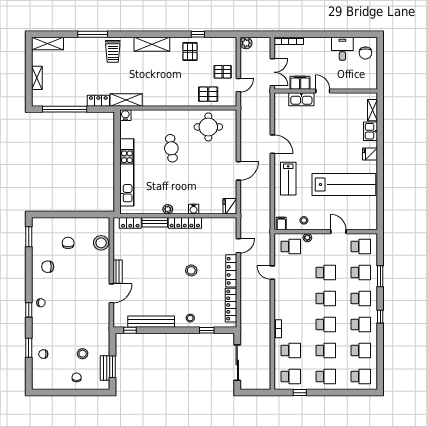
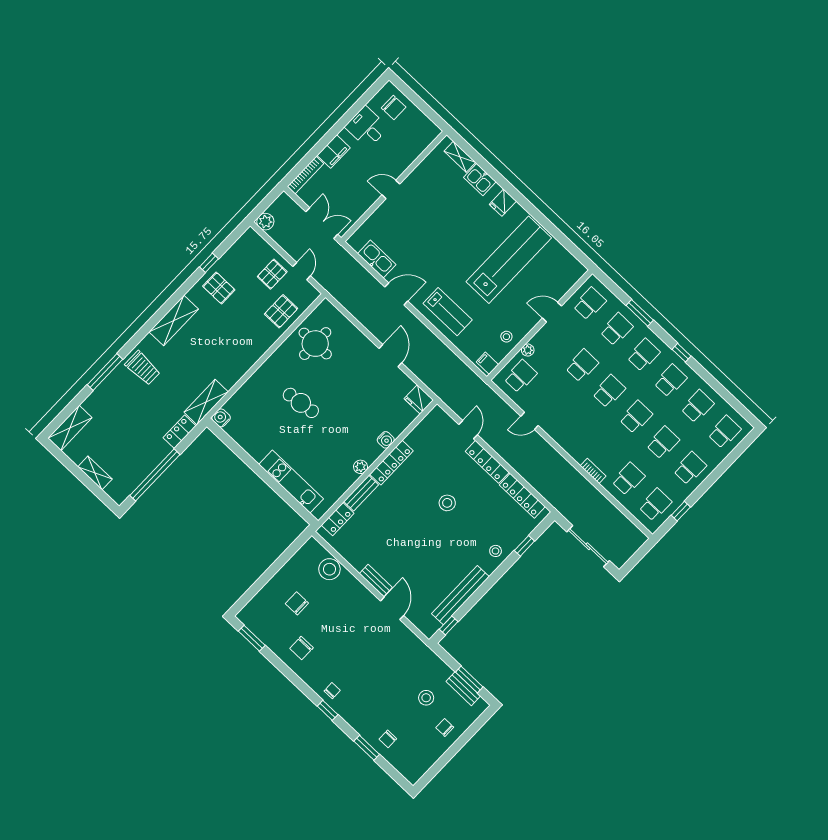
filing cabinet: (300, 83) -> (334, 152), moved, turned 180
kitchen sink: (301, 99) -> (377, 259), moved, turned -90
kitchen unit: (127, 172) -> (291, 482), width x0.73

